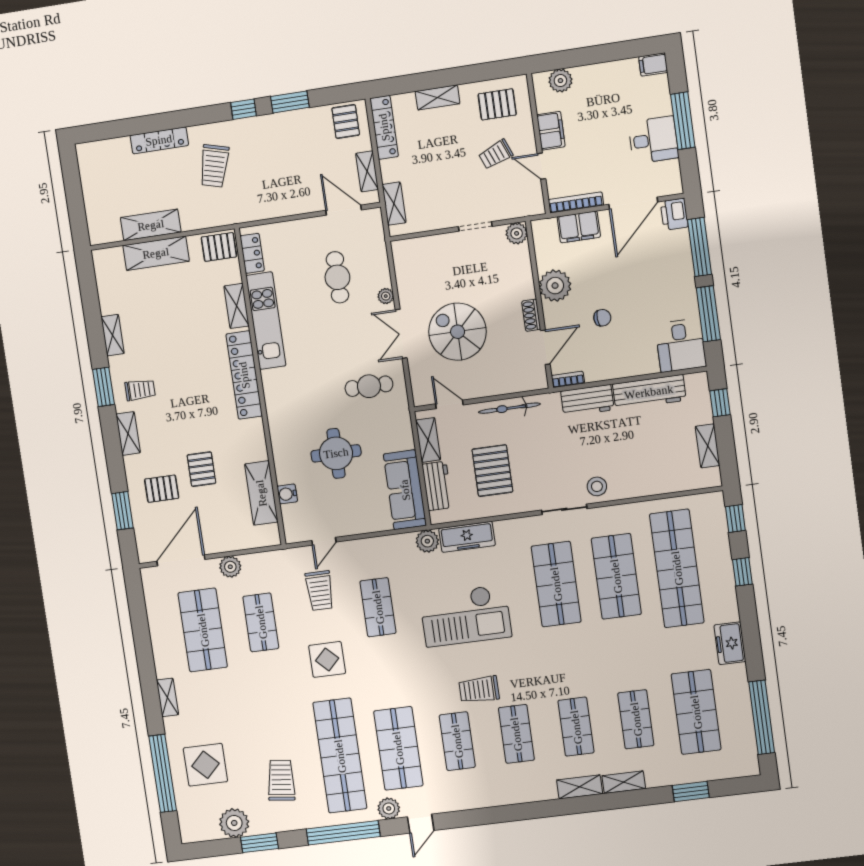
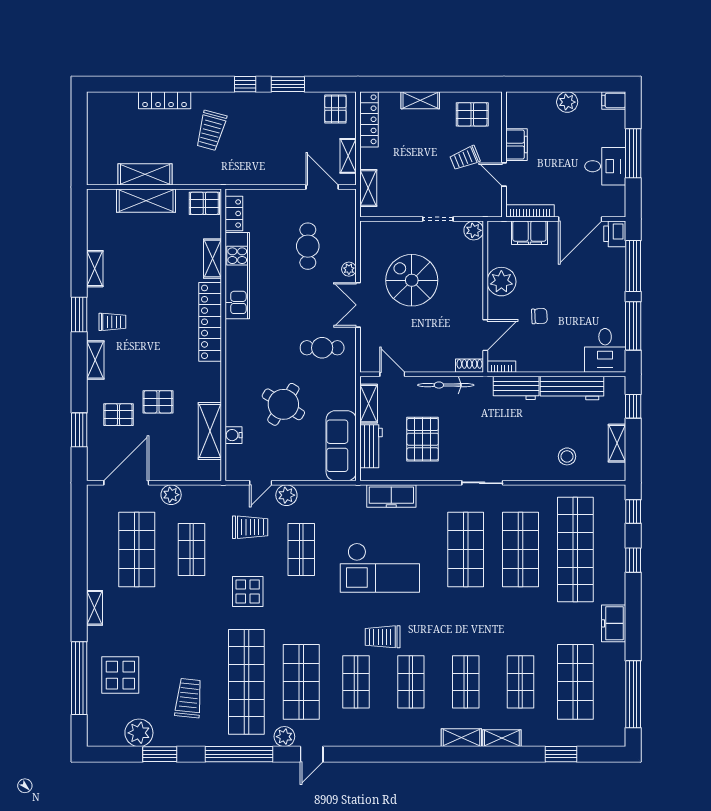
plant: (560, 81) -> (567, 102), moved
shoe rack: (531, 315) -> (469, 366), moved, turned 90
spiral stairs: (458, 332) -> (412, 280), moved
round table: (336, 453) -> (283, 404), turned 32
pallet: (201, 469) -> (158, 402), turned 90
stool: (597, 486) -> (567, 456), moved
plant: (427, 541) -> (286, 495), moved
trolley: (320, 591) -> (250, 527), turned -90

